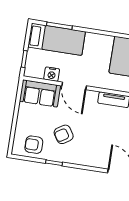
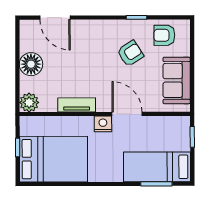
nightstand: (52, 74) -> (103, 124), moved
sofa: (40, 93) -> (177, 80), moved, turned -90
armchair: (34, 145) -> (164, 35), turned 180

